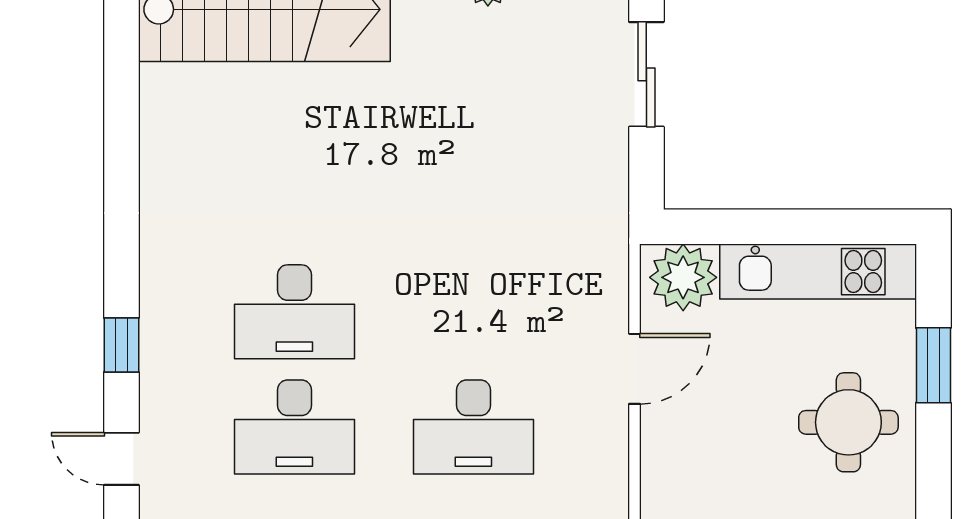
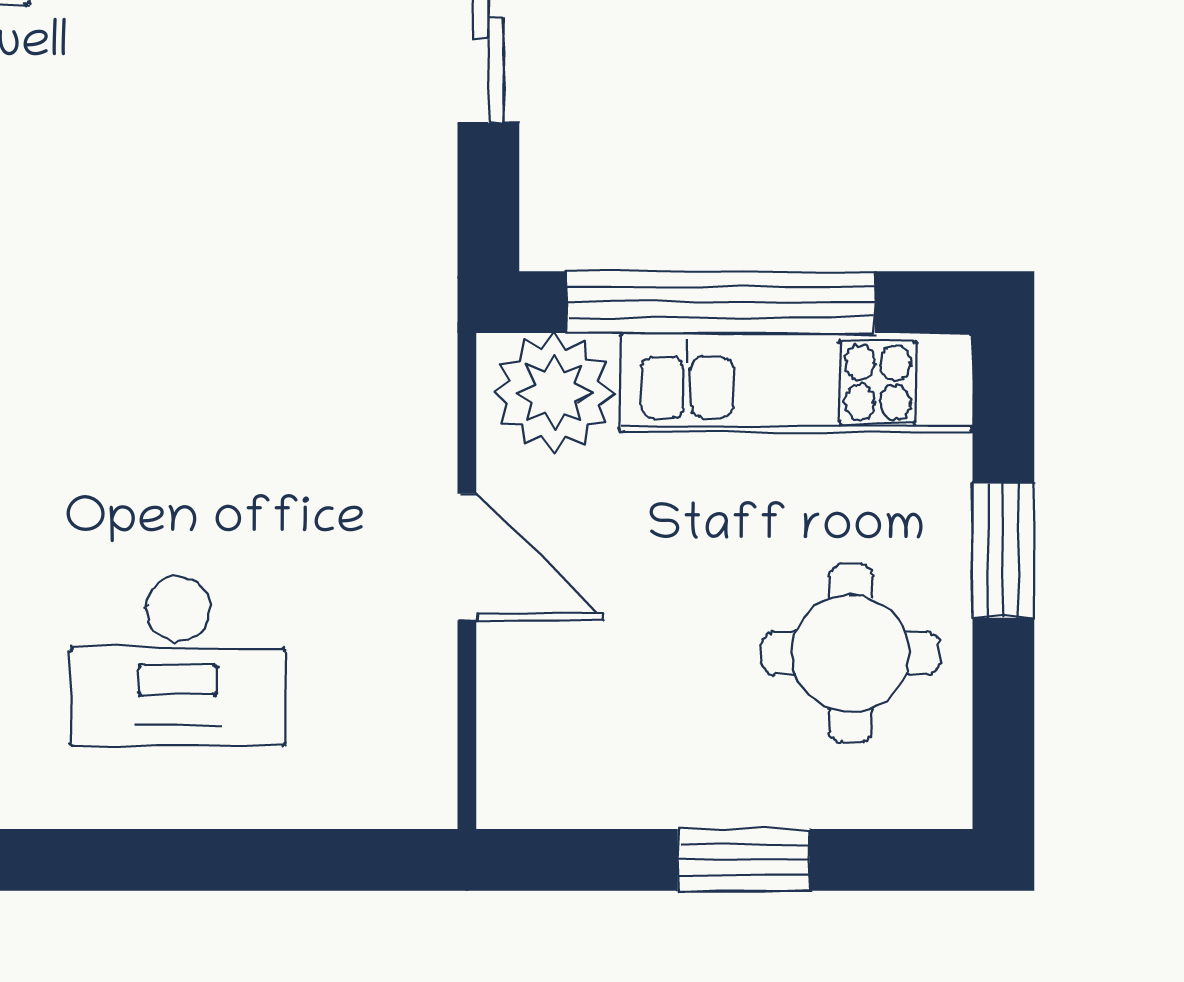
window: (776, 227) -> (721, 302), added
door: (634, 369) -> (467, 557), hinge flipped

